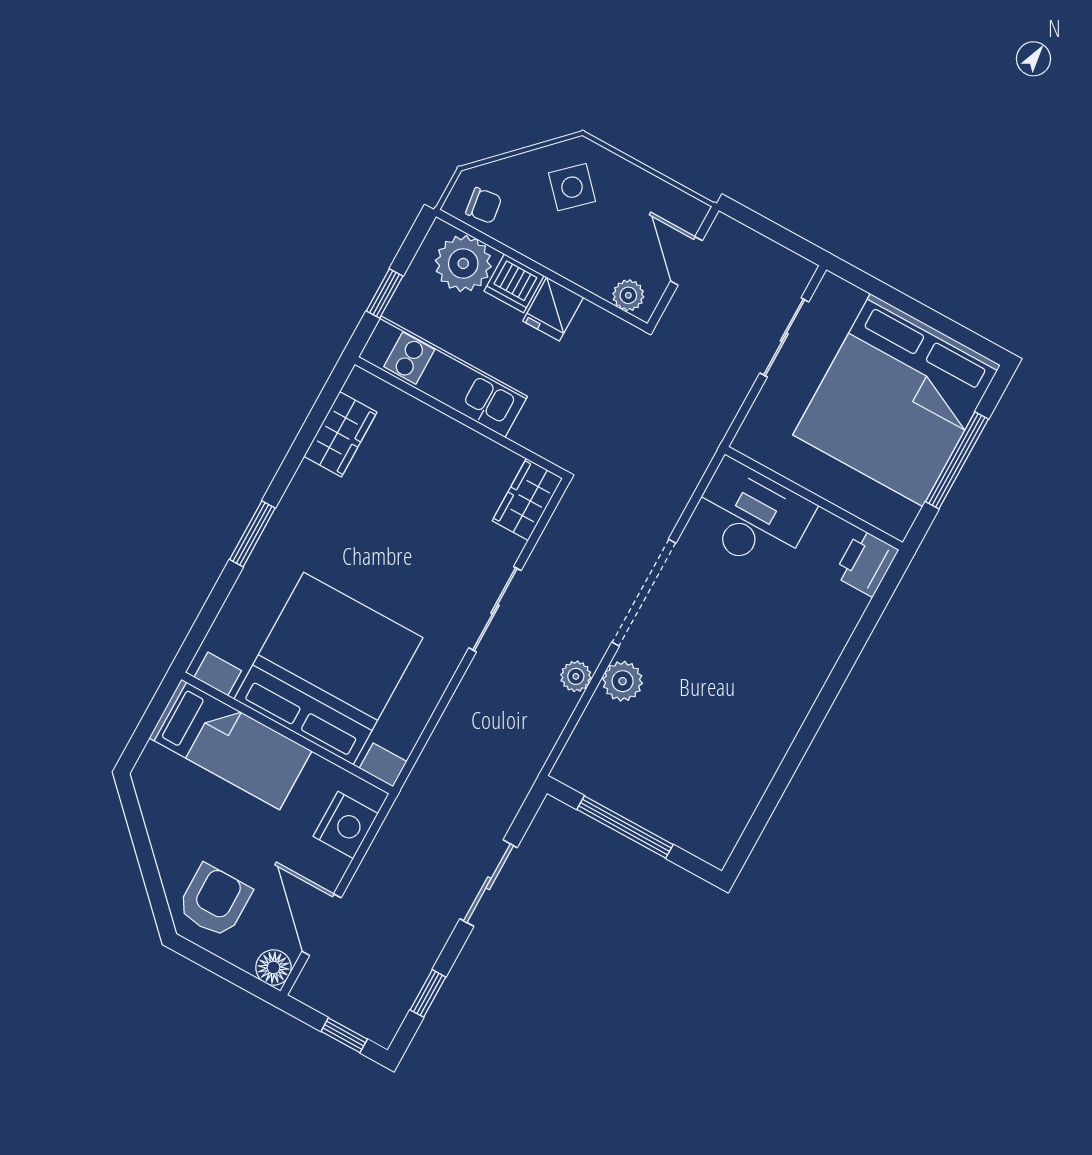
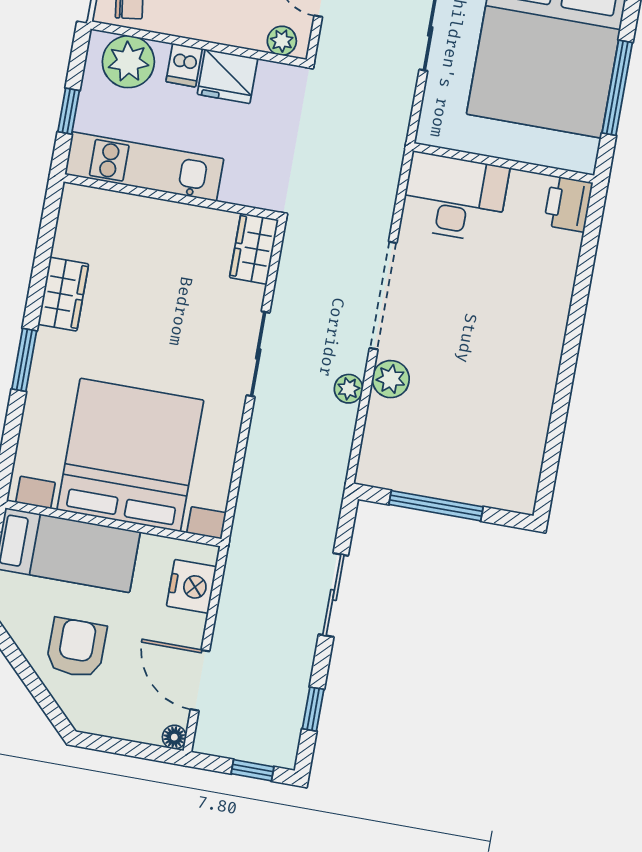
dishwasher: (514, 283) -> (184, 65), width x0.73
fridge: (553, 309) -> (228, 76), width x1.38
wardrobe: (340, 434) -> (63, 294), moved
armchair: (215, 901) -> (76, 648), moved
floor lamp: (274, 967) -> (174, 737), width x0.73, depth x0.73

